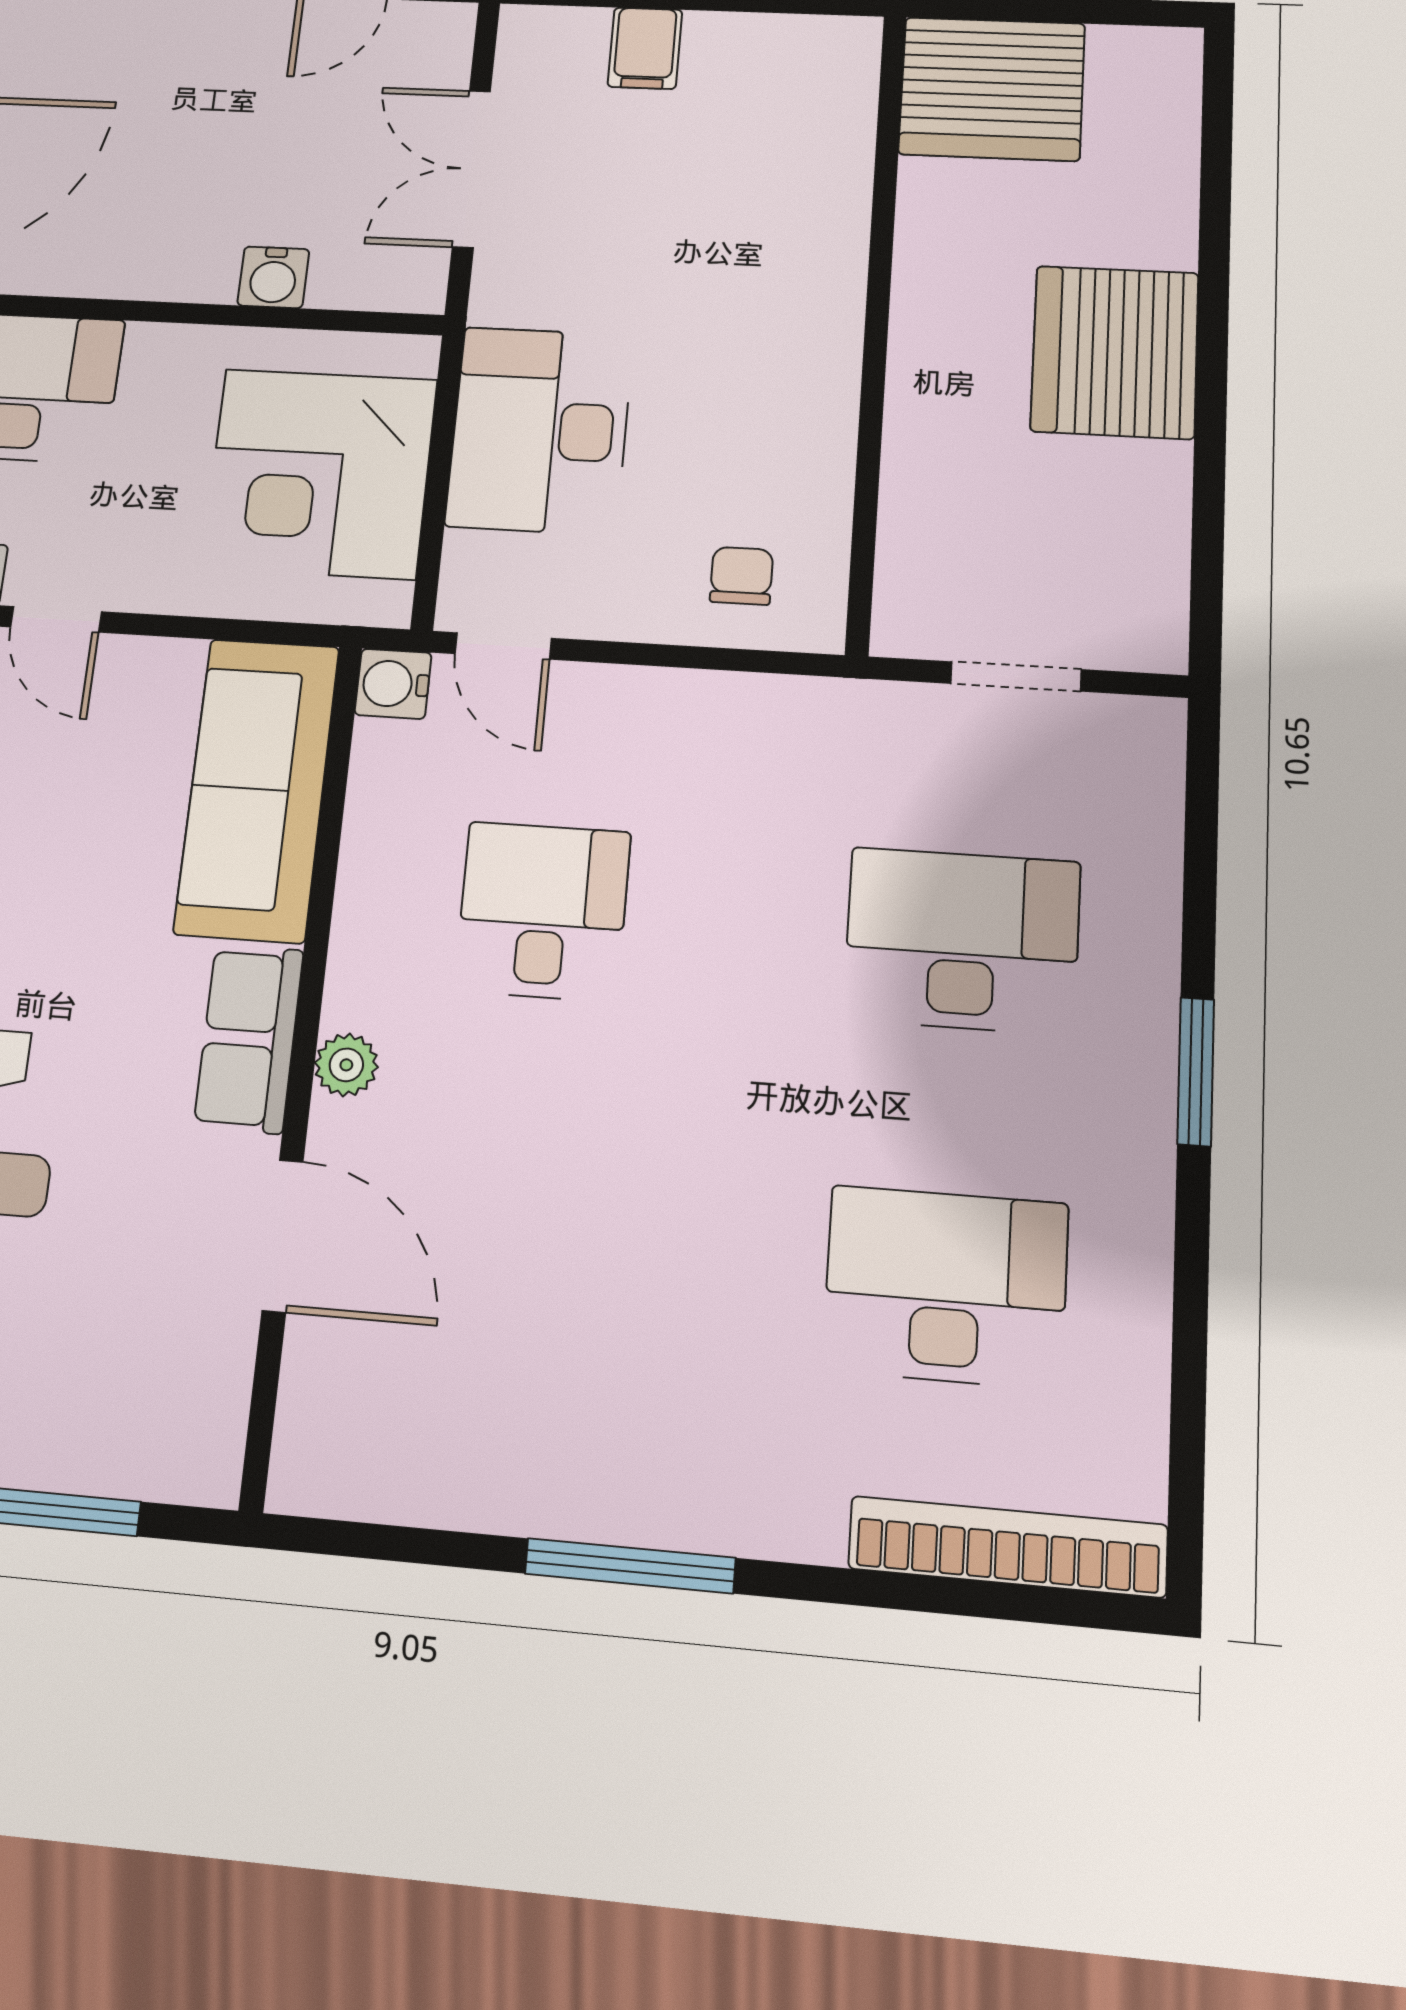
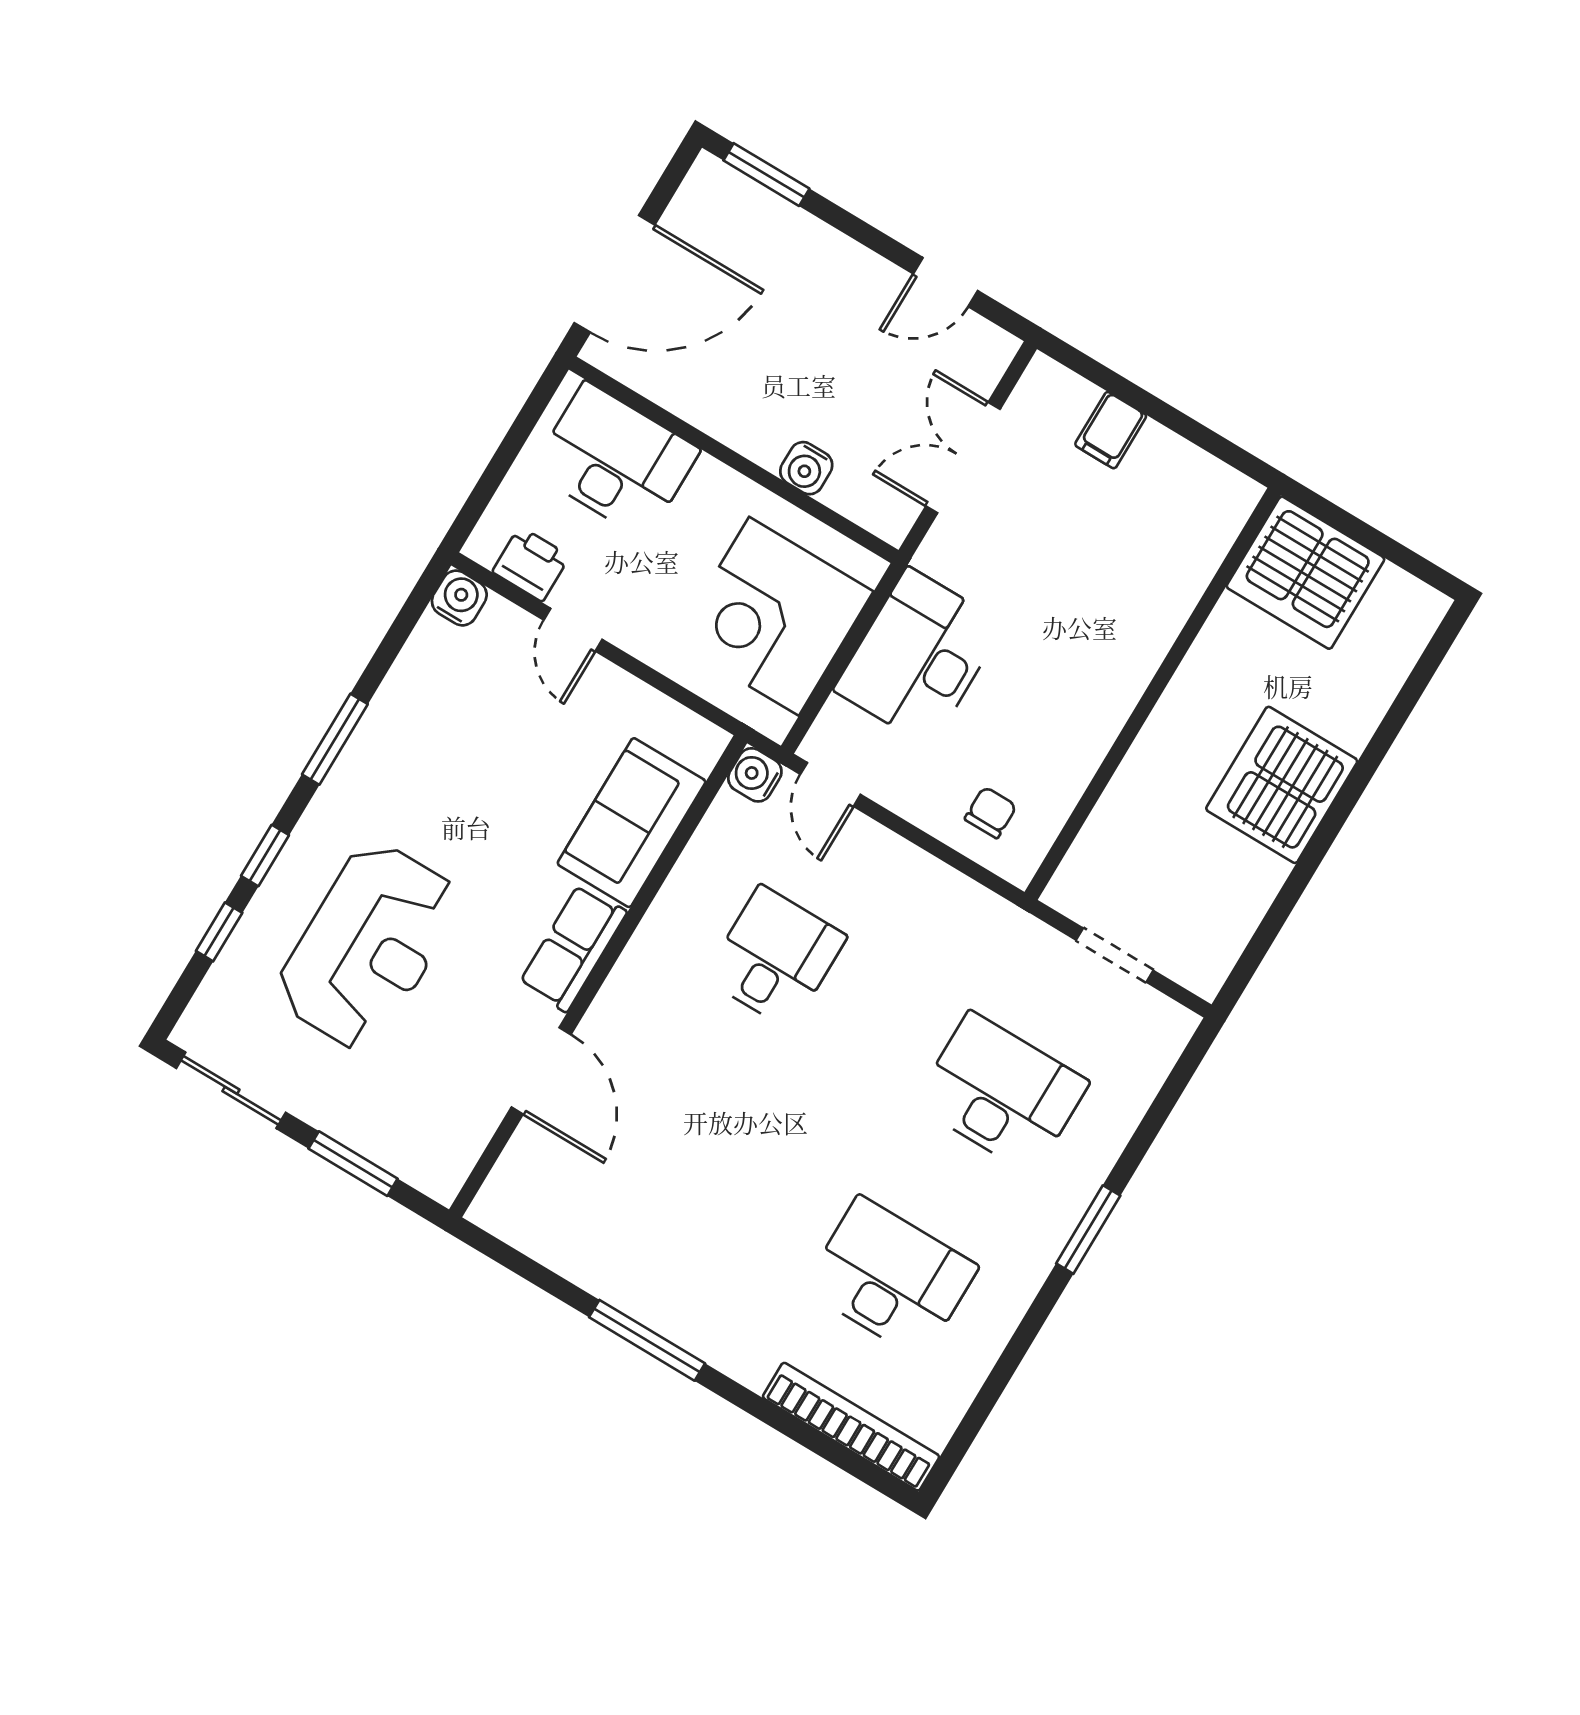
sofa: (257, 789) -> (631, 823), width x0.73
plant: (346, 1065) -> (621, 991), removed

